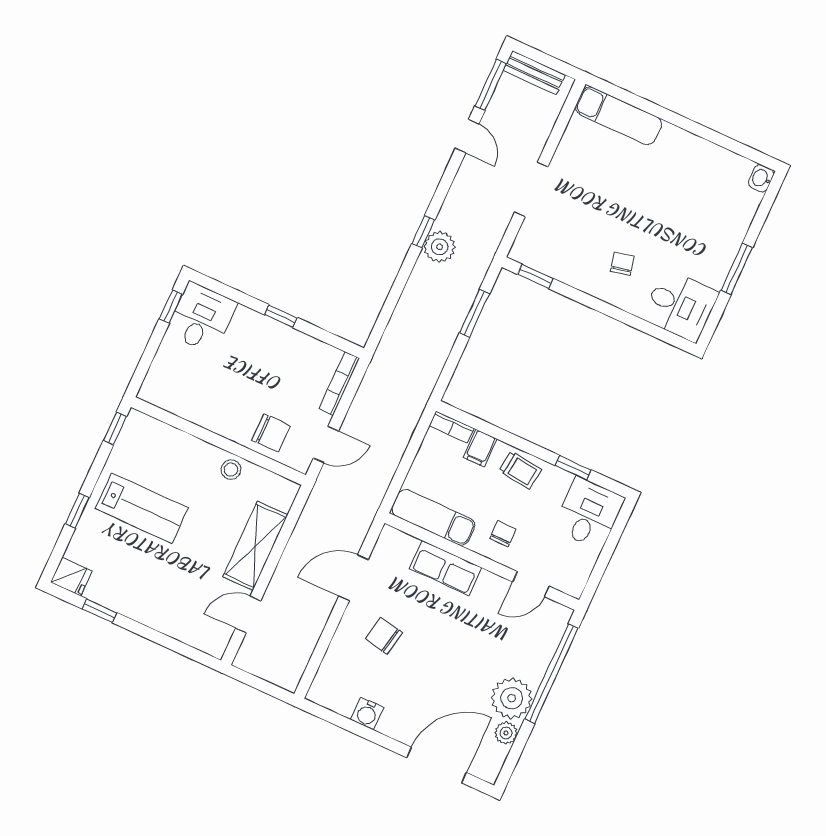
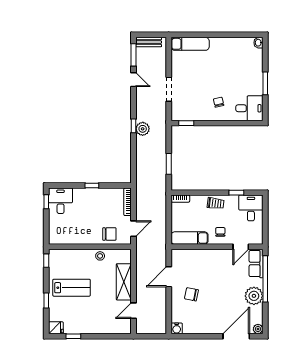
window: (475, 313) -> (169, 164), moved
filing cabinet: (480, 448) -> (196, 202), removed
row of seats: (446, 568) -> (256, 264), moved, turned 90
water cooler: (367, 714) -> (177, 328), moved
plant: (506, 733) -> (258, 329), moved

